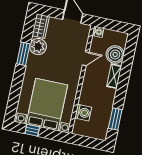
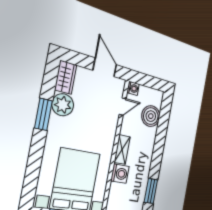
door: (86, 59) -> (123, 107), moved
shelving: (114, 76) -> (122, 150), moved
washing machine: (83, 113) -> (120, 174), moved

